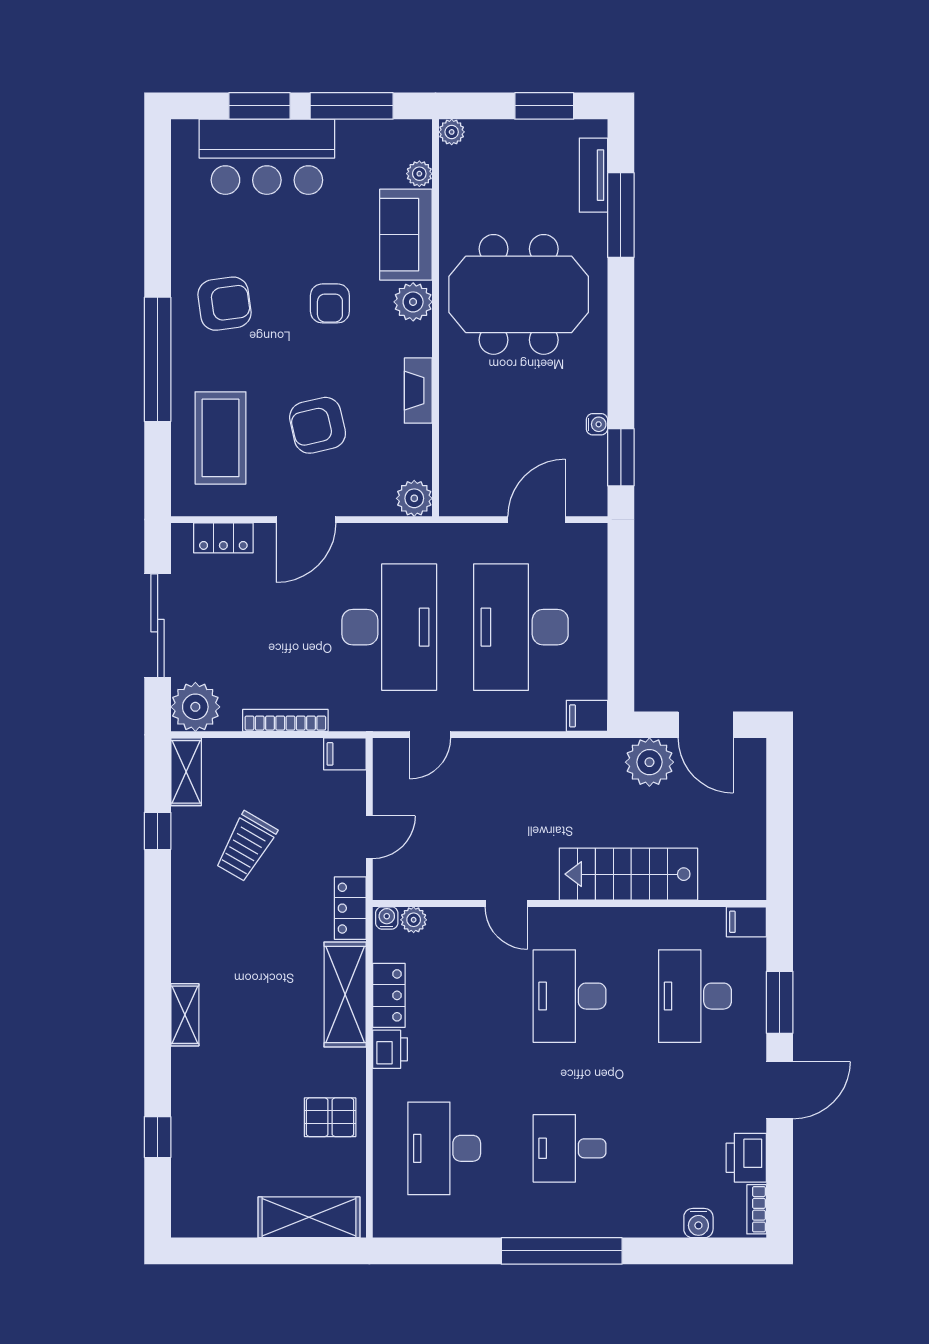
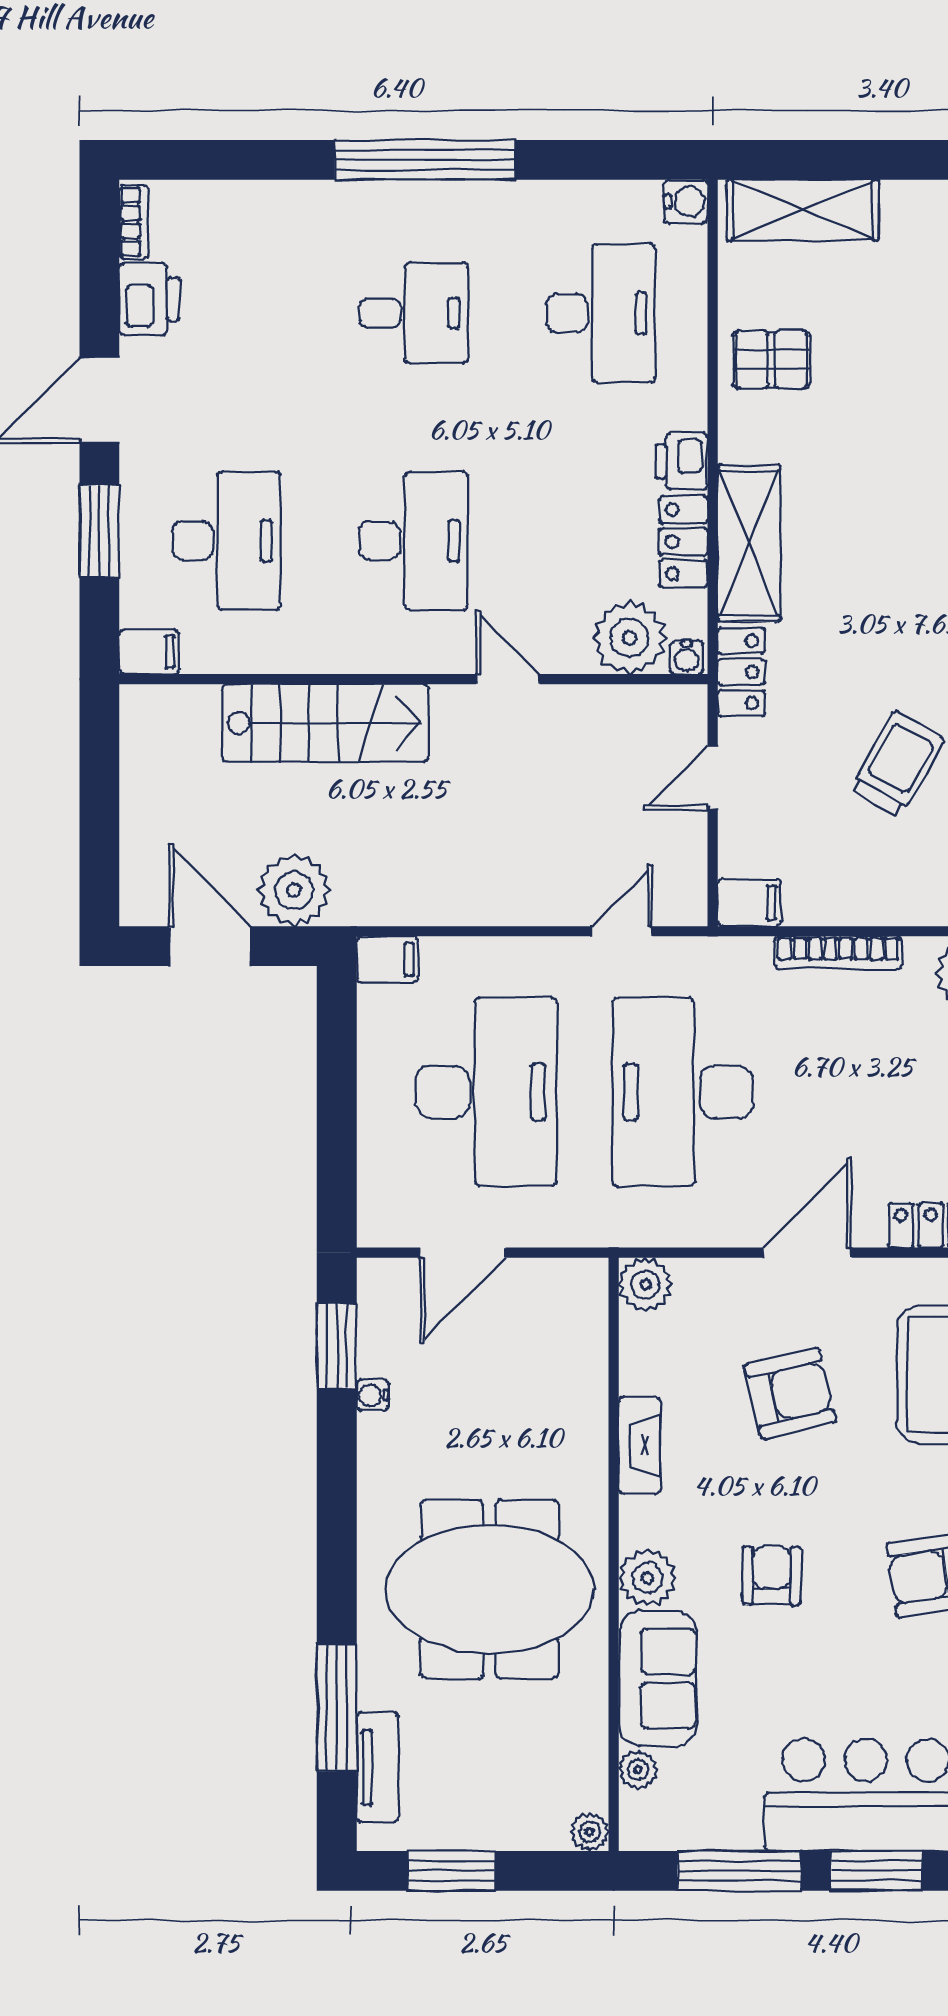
plant: (414, 920) -> (629, 638), width x1.88, depth x1.88
water cooler: (698, 1223) -> (686, 201), moved, turned 90

